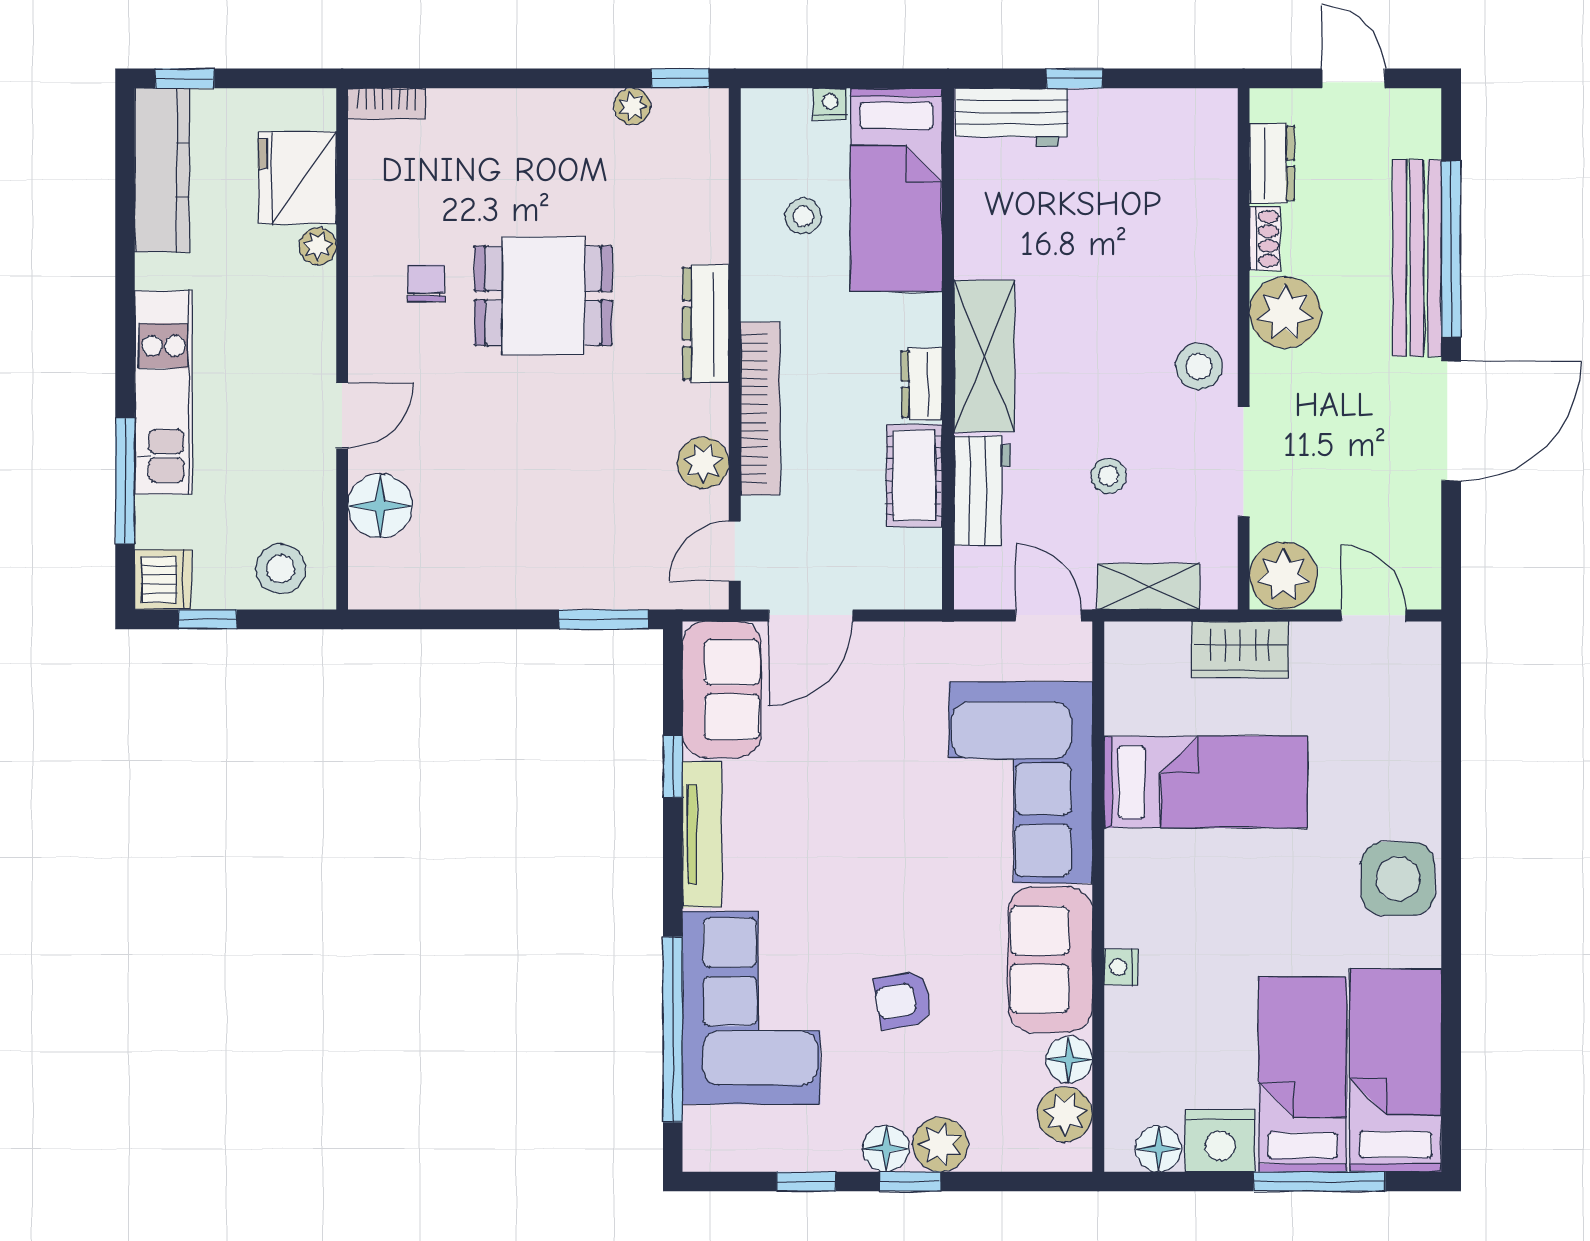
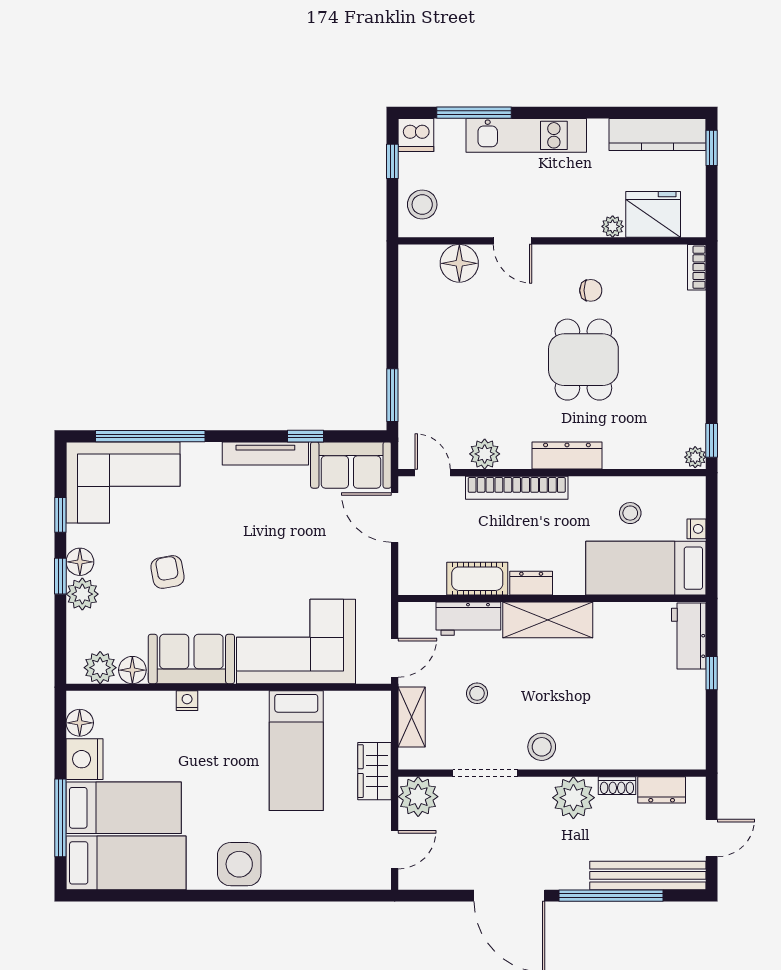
plant: (632, 106) -> (695, 457), moved
bench: (1417, 258) -> (648, 875), moved
corner sofa: (751, 1008) -> (123, 482), moved

